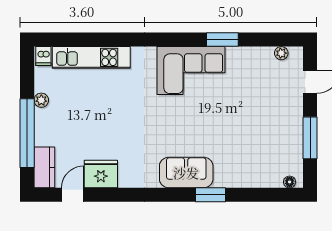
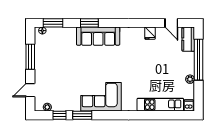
window: (261, 40) -> (60, 115), added
sofa: (186, 173) -> (98, 36), width x1.36
fridge: (101, 174) -> (150, 33), width x0.53, depth x0.75
door: (73, 195) -> (171, 23), hinge flipped
window: (272, 195) -> (53, 23), added

